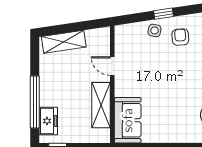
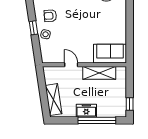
door: (112, 66) -> (71, 65), swing flipped
freezer: (48, 121) -> (86, 111), moved

